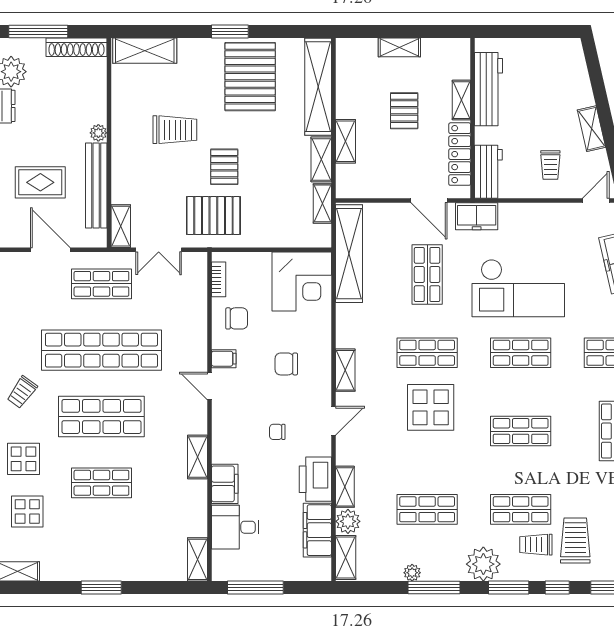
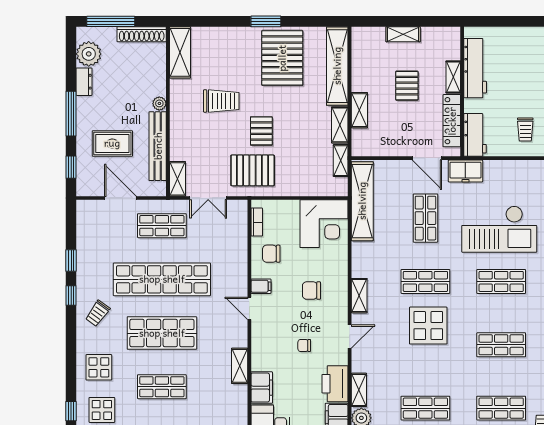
shelving: (145, 51) -> (180, 52), moved, turned 90
chair: (237, 318) -> (271, 254), turned 180

